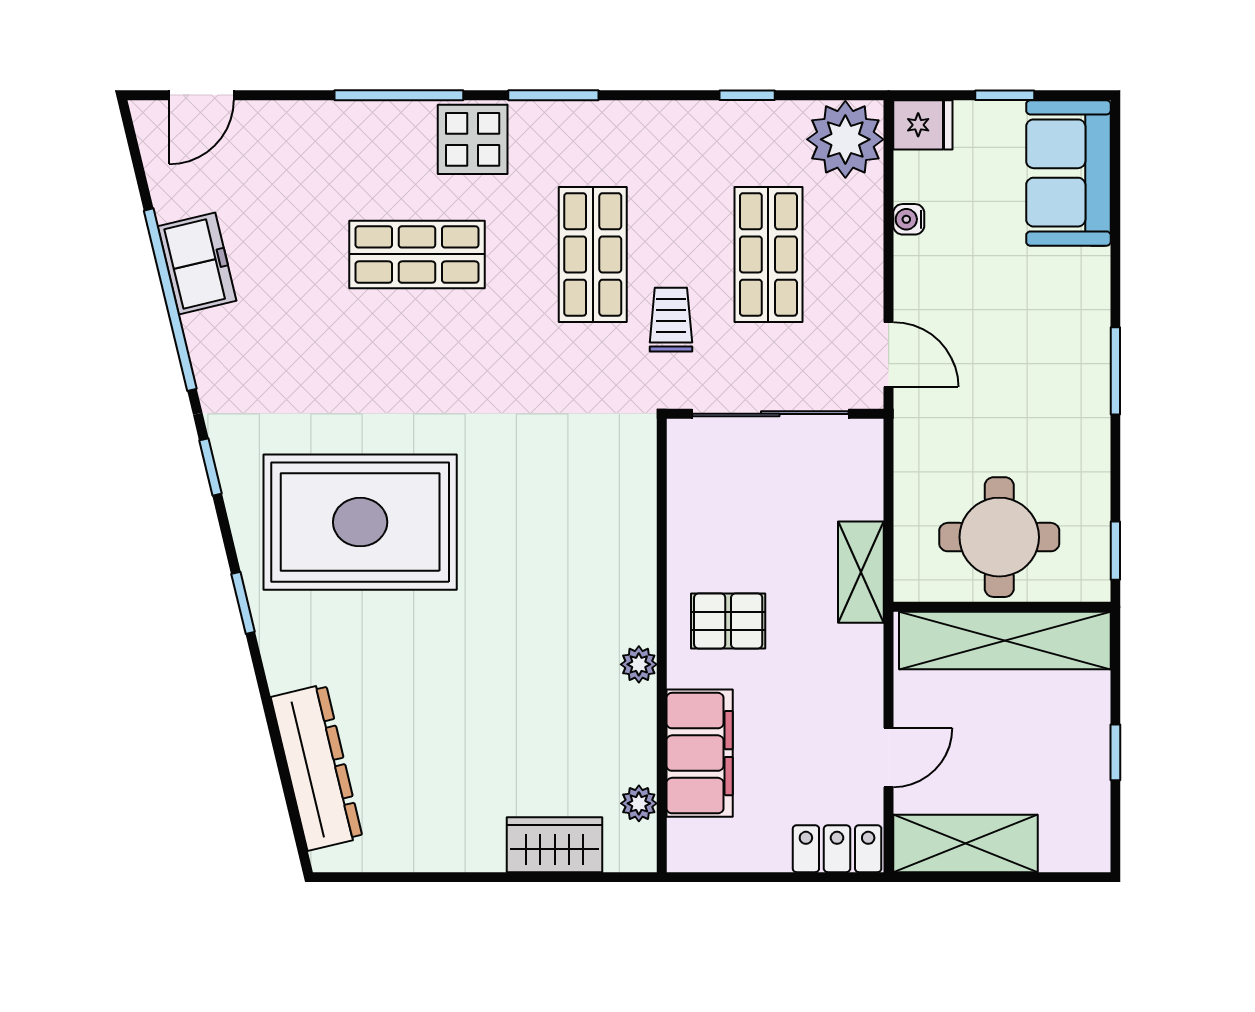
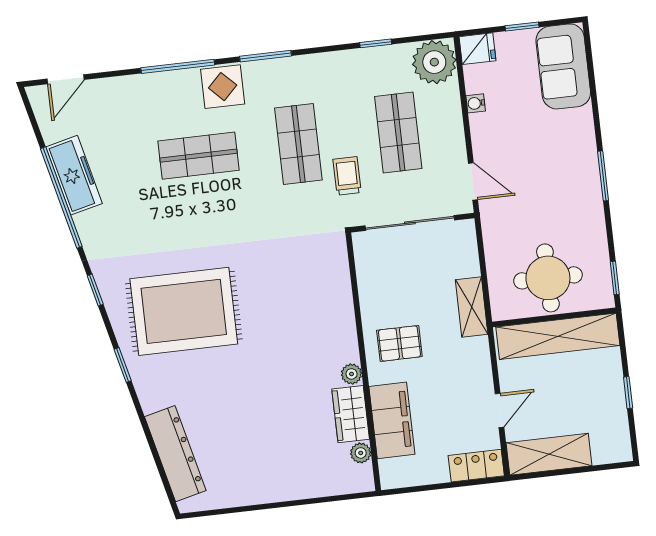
freezer: (197, 263) -> (74, 175), width x1.40
wardrobe: (555, 845) -> (351, 414), moved, turned -90

